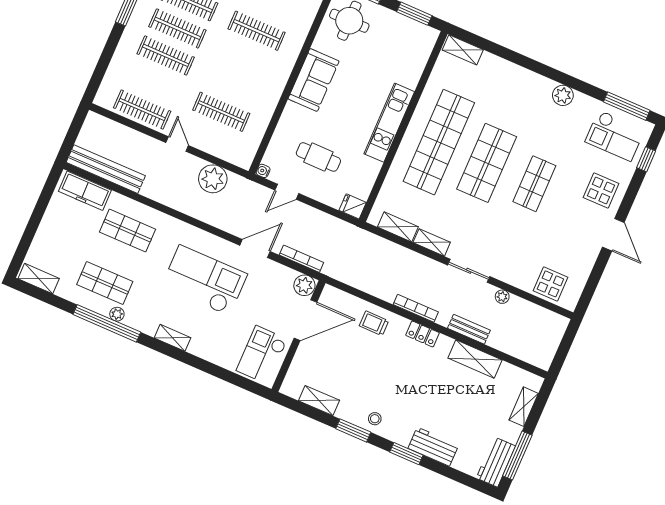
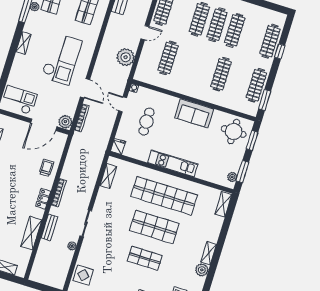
plant: (421, 31) -> (232, 177), added
shelving: (432, 242) -> (209, 253), moved
door: (305, 320) -> (44, 125), hinge flipped

